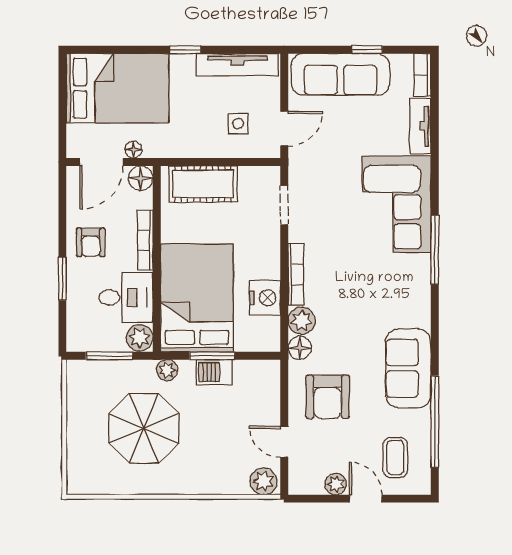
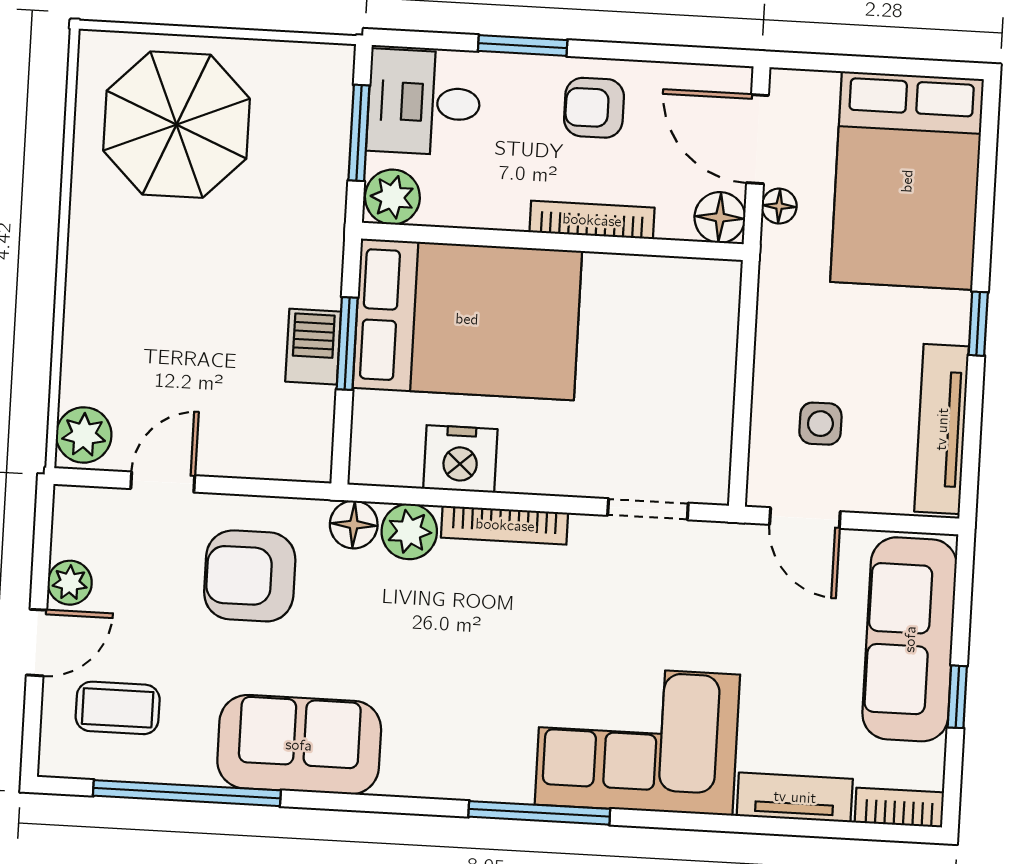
cot: (203, 184) -> (701, 345), removed
desk: (126, 297) -> (424, 102), moved, turned 90
plant: (167, 370) -> (323, 250), removed
parasol: (144, 428) -> (177, 125), moved

